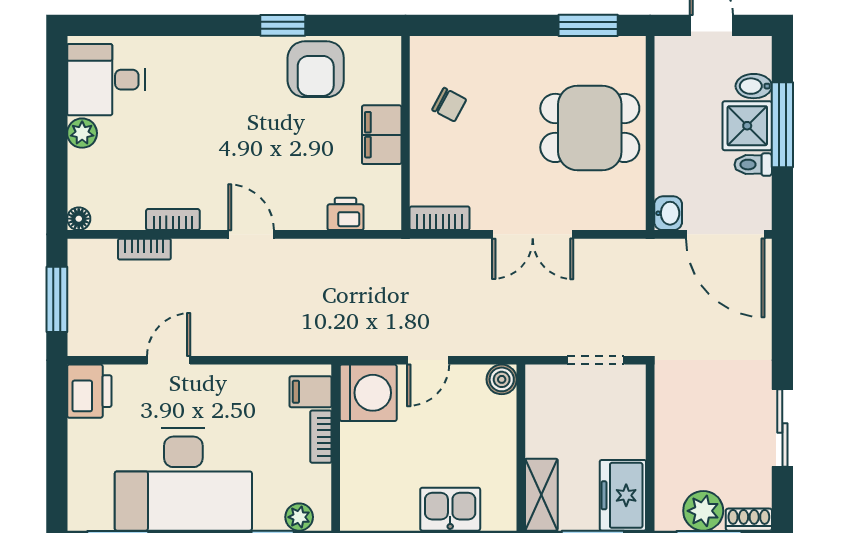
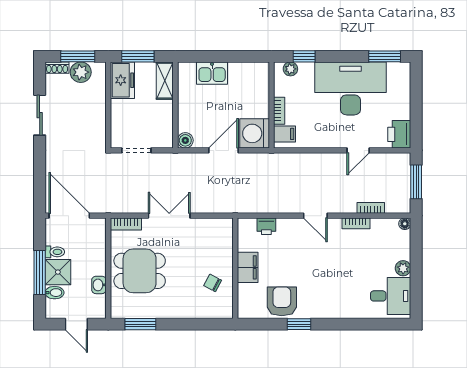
washbasin: (668, 213) -> (99, 285), moved
bookcase: (440, 218) -> (126, 224), moved
door: (428, 360) -> (223, 150), width x1.38

